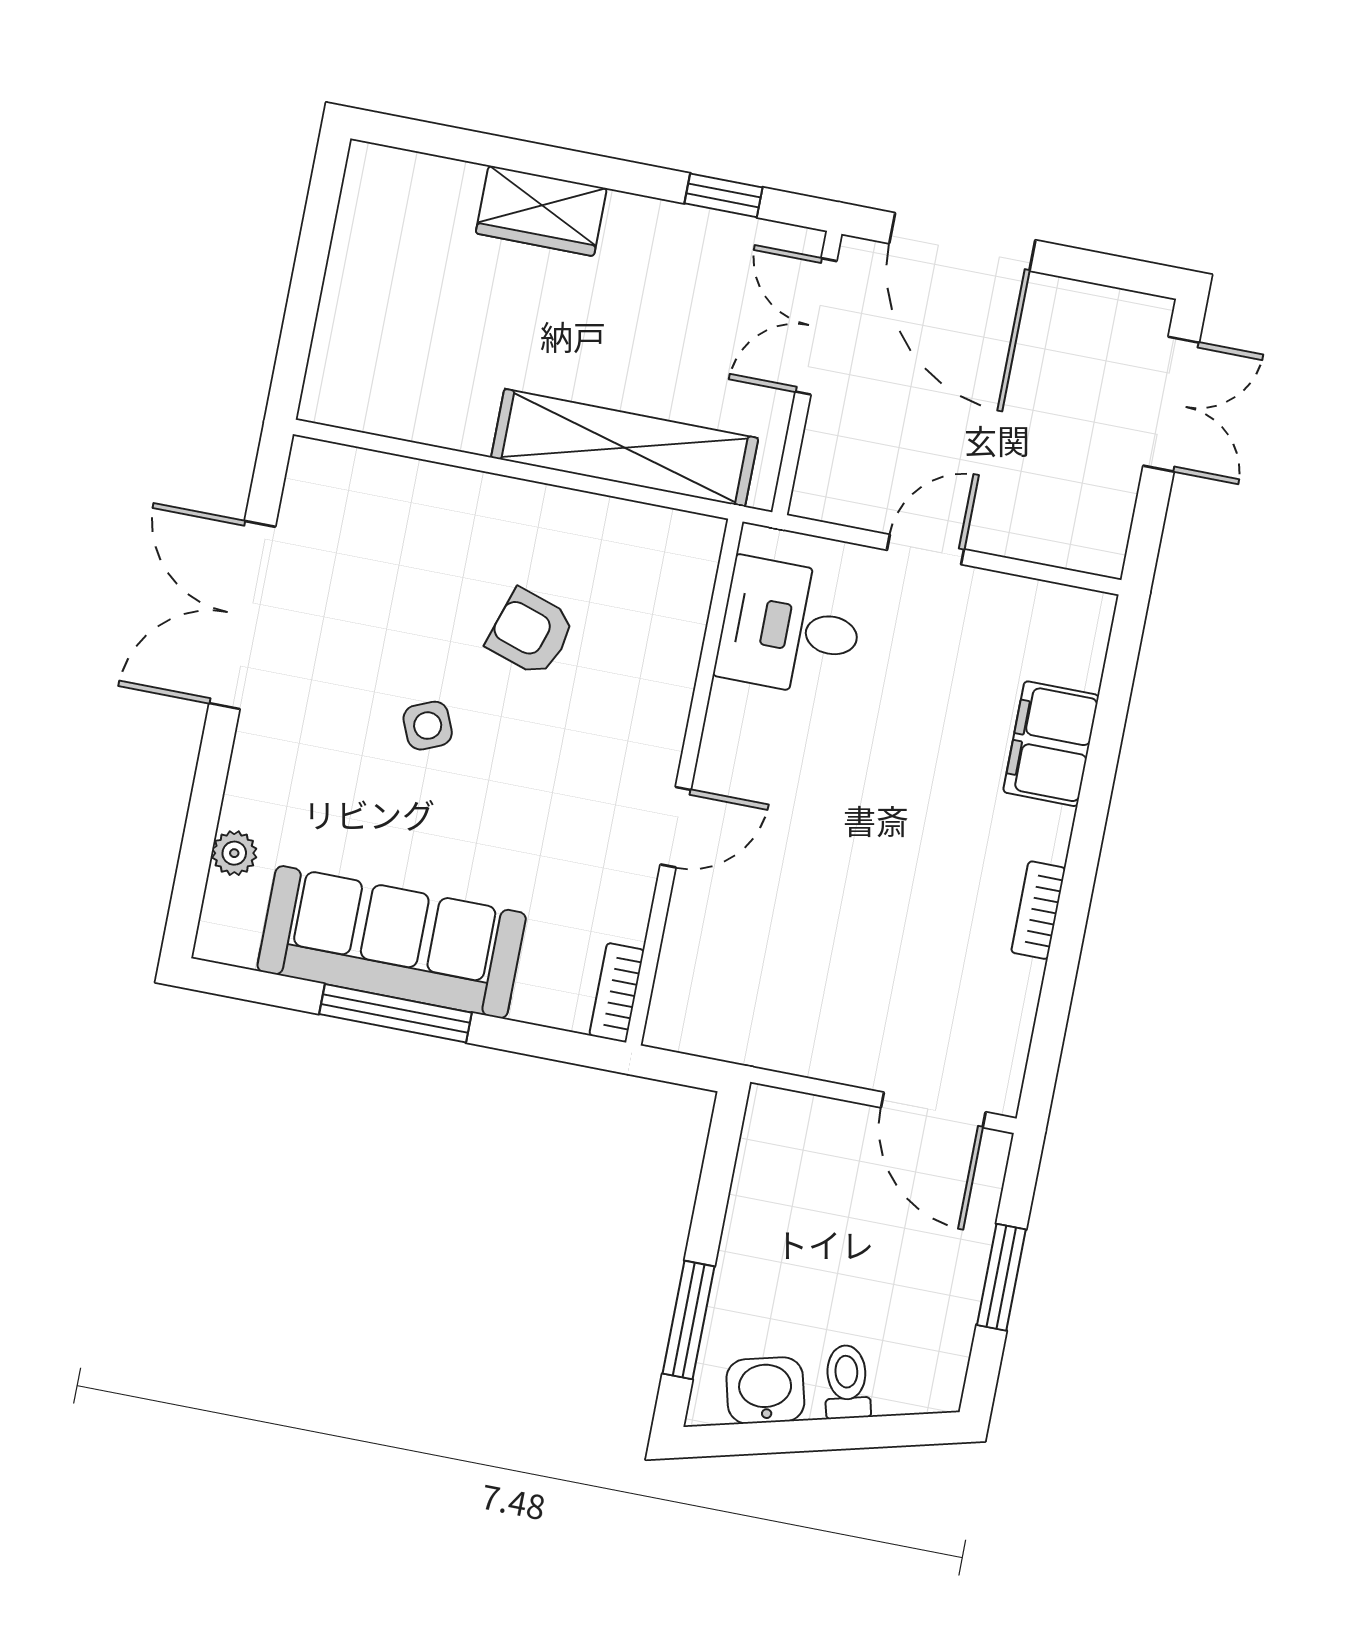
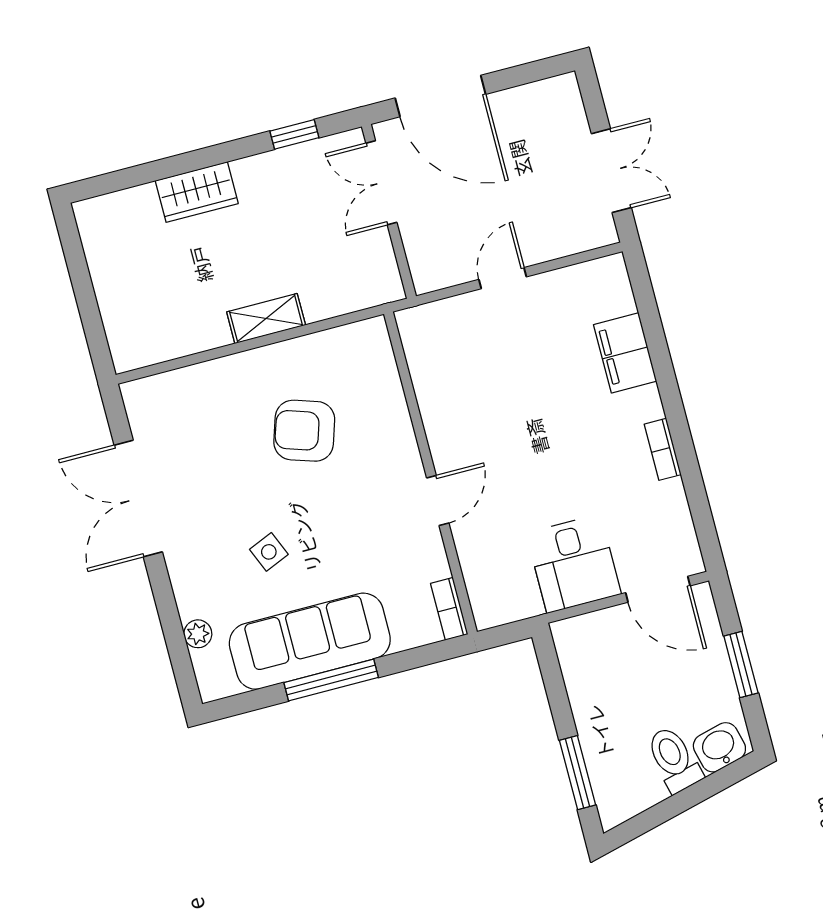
double door: (1171, 404) -> (611, 171), moved
shelving: (625, 448) -> (266, 319), width x0.45, depth x0.75
desk: (790, 627) -> (574, 564), moved, turned -90
armchair: (531, 632) -> (304, 431), width x1.38, depth x1.38
side table: (428, 726) -> (269, 552), moved
toilet: (847, 1382) -> (674, 759), width x1.37, depth x1.39
washbasin: (765, 1390) -> (719, 747), moved

